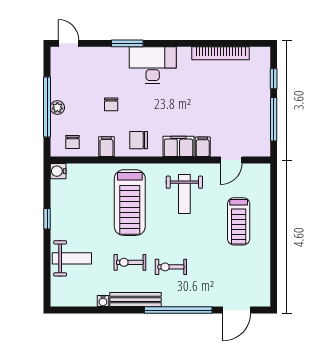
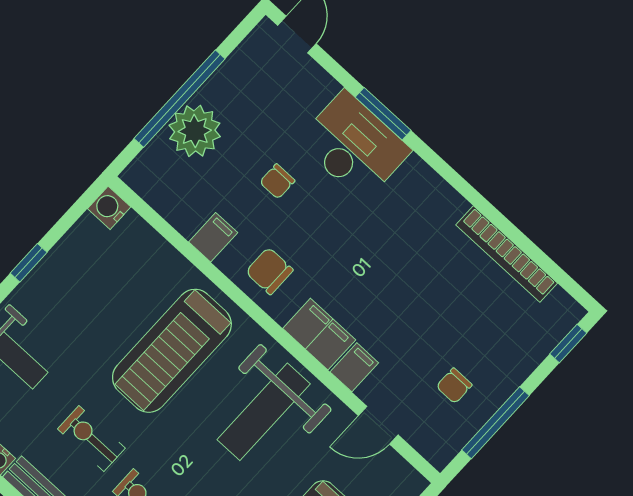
desk: (153, 65) -> (354, 146), moved
window: (274, 79) -> (568, 344), moved
plant: (57, 108) -> (195, 131), width x1.87, depth x1.87
chair: (72, 142) -> (454, 386), moved
weight bench: (184, 194) -> (264, 412), width x1.36, depth x1.33

